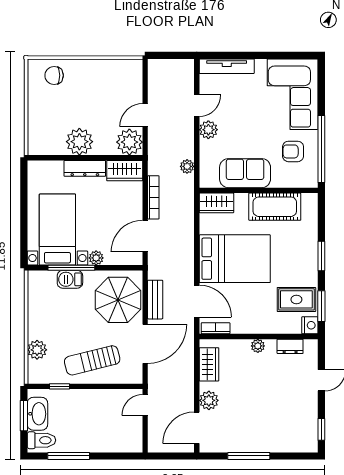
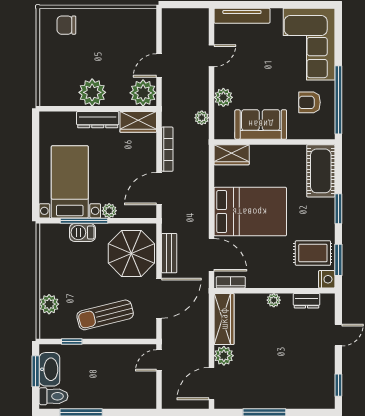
plant: (208, 130) -> (223, 97), moved
cot: (275, 207) -> (321, 171), moved, turned 90
wardrobe: (209, 364) -> (224, 319), width x1.50

